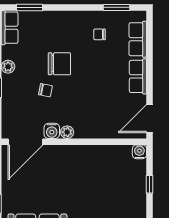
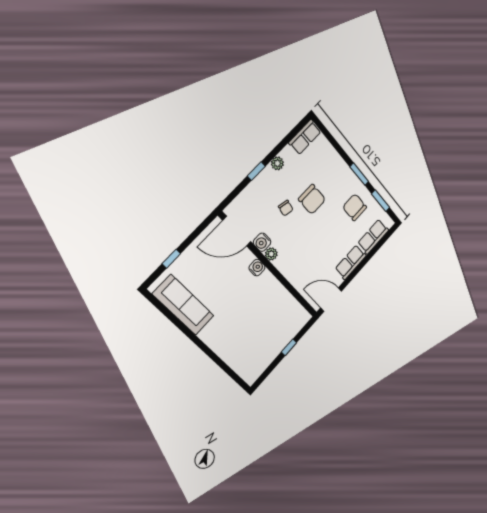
window: (29, 7) -> (359, 174), moved
chair: (100, 34) -> (355, 207), width x1.87, depth x1.87
water cooler: (139, 152) -> (257, 268), moved

